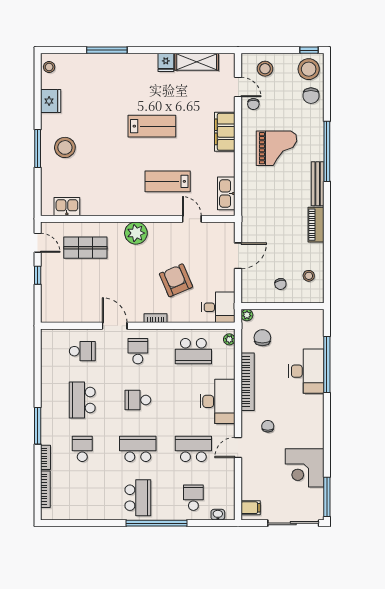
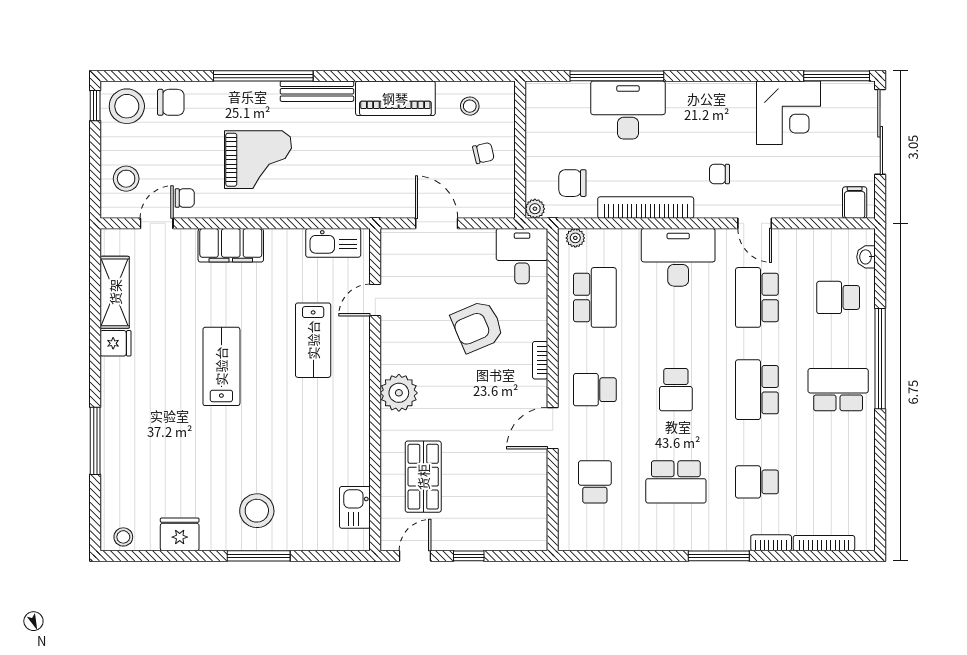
grand piano: (276, 148) -> (258, 160), turned 90
piano: (316, 225) -> (395, 98), width x1.37, depth x1.33

